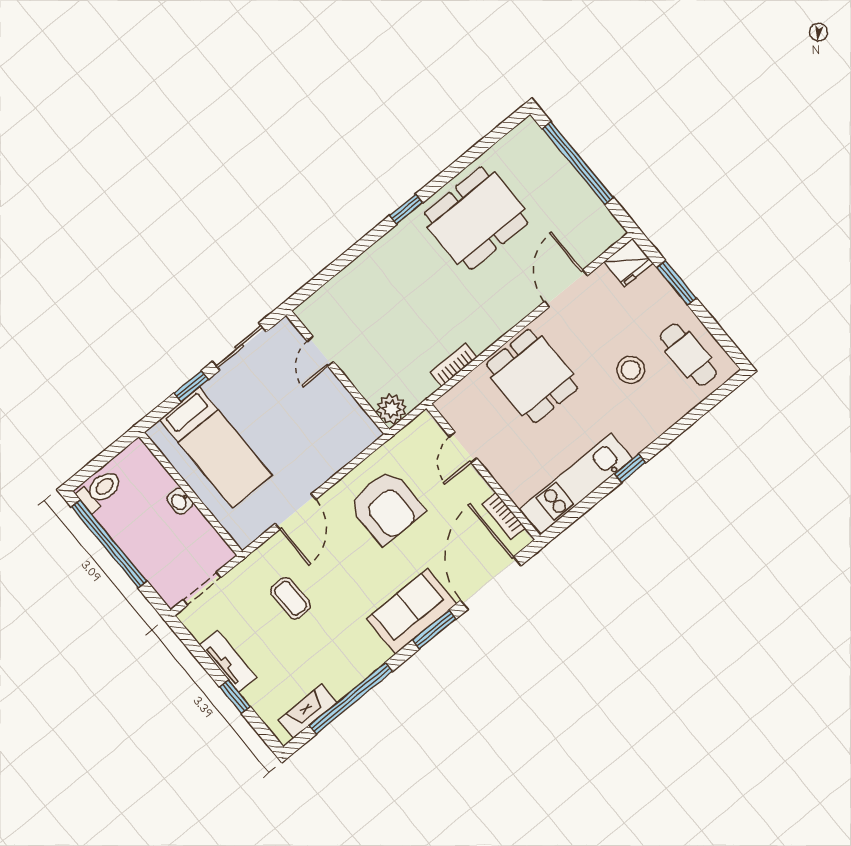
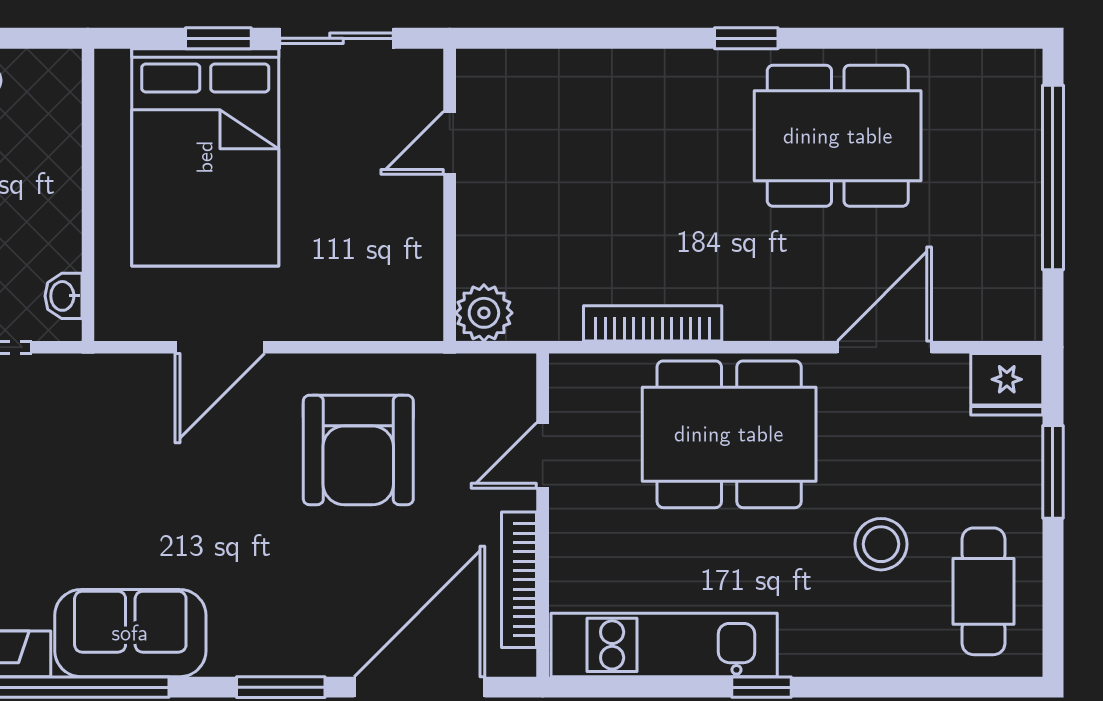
bookcase: (454, 365) -> (653, 323), width x1.56
dining table: (532, 376) -> (729, 434), width x1.38
bed: (216, 447) -> (205, 157), width x1.50
washbasin: (180, 501) -> (63, 296), moved
bookcase: (503, 516) -> (519, 580), width x1.56
coffee table: (291, 598) -> (108, 468), removed
sofa: (412, 611) -> (130, 633), moved

